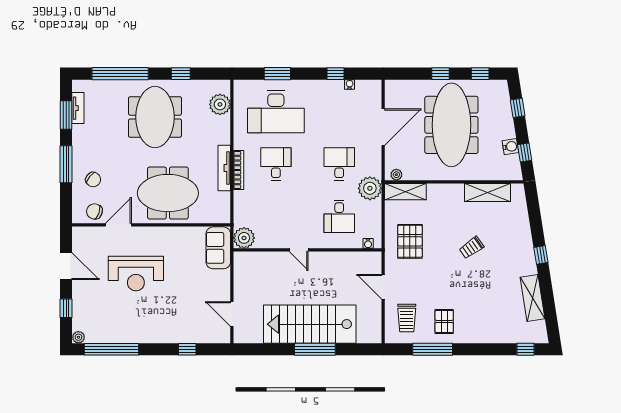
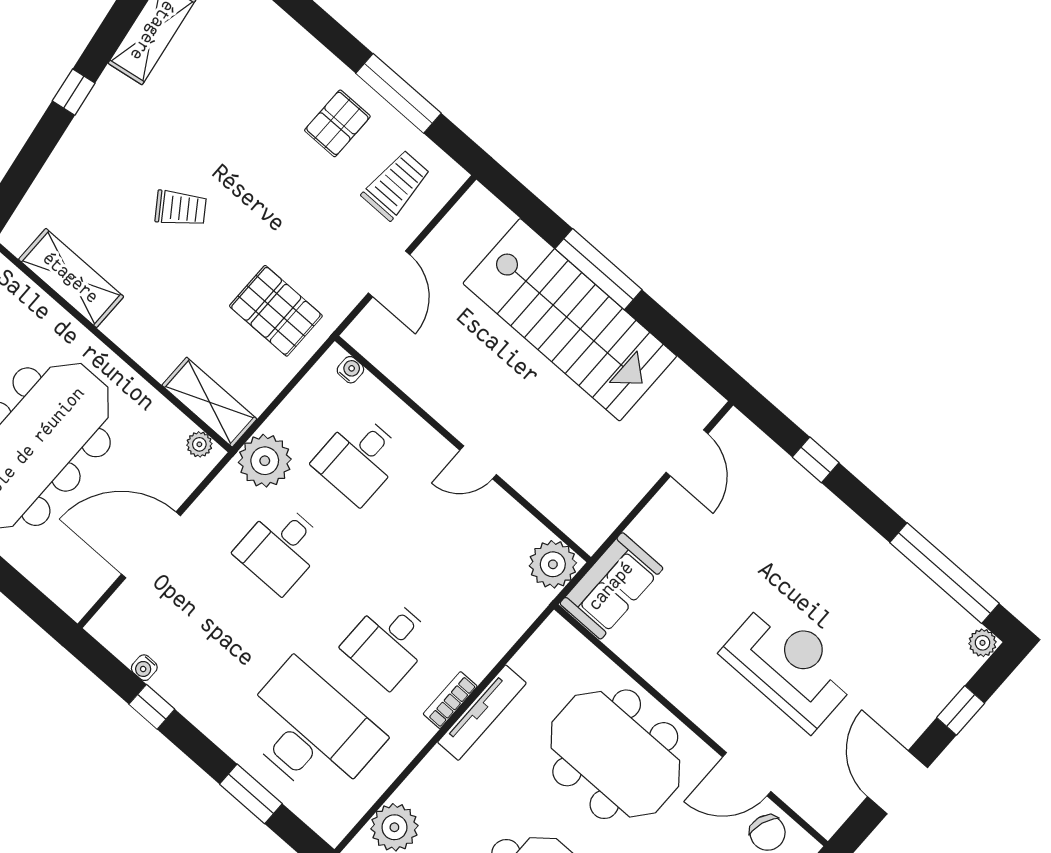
bookcase: (239, 170) -> (450, 700), width x0.64
desk: (339, 216) -> (359, 459), turned 180
pallet: (410, 241) -> (276, 311), turned 90
door: (299, 250) -> (478, 462), swing flipped

